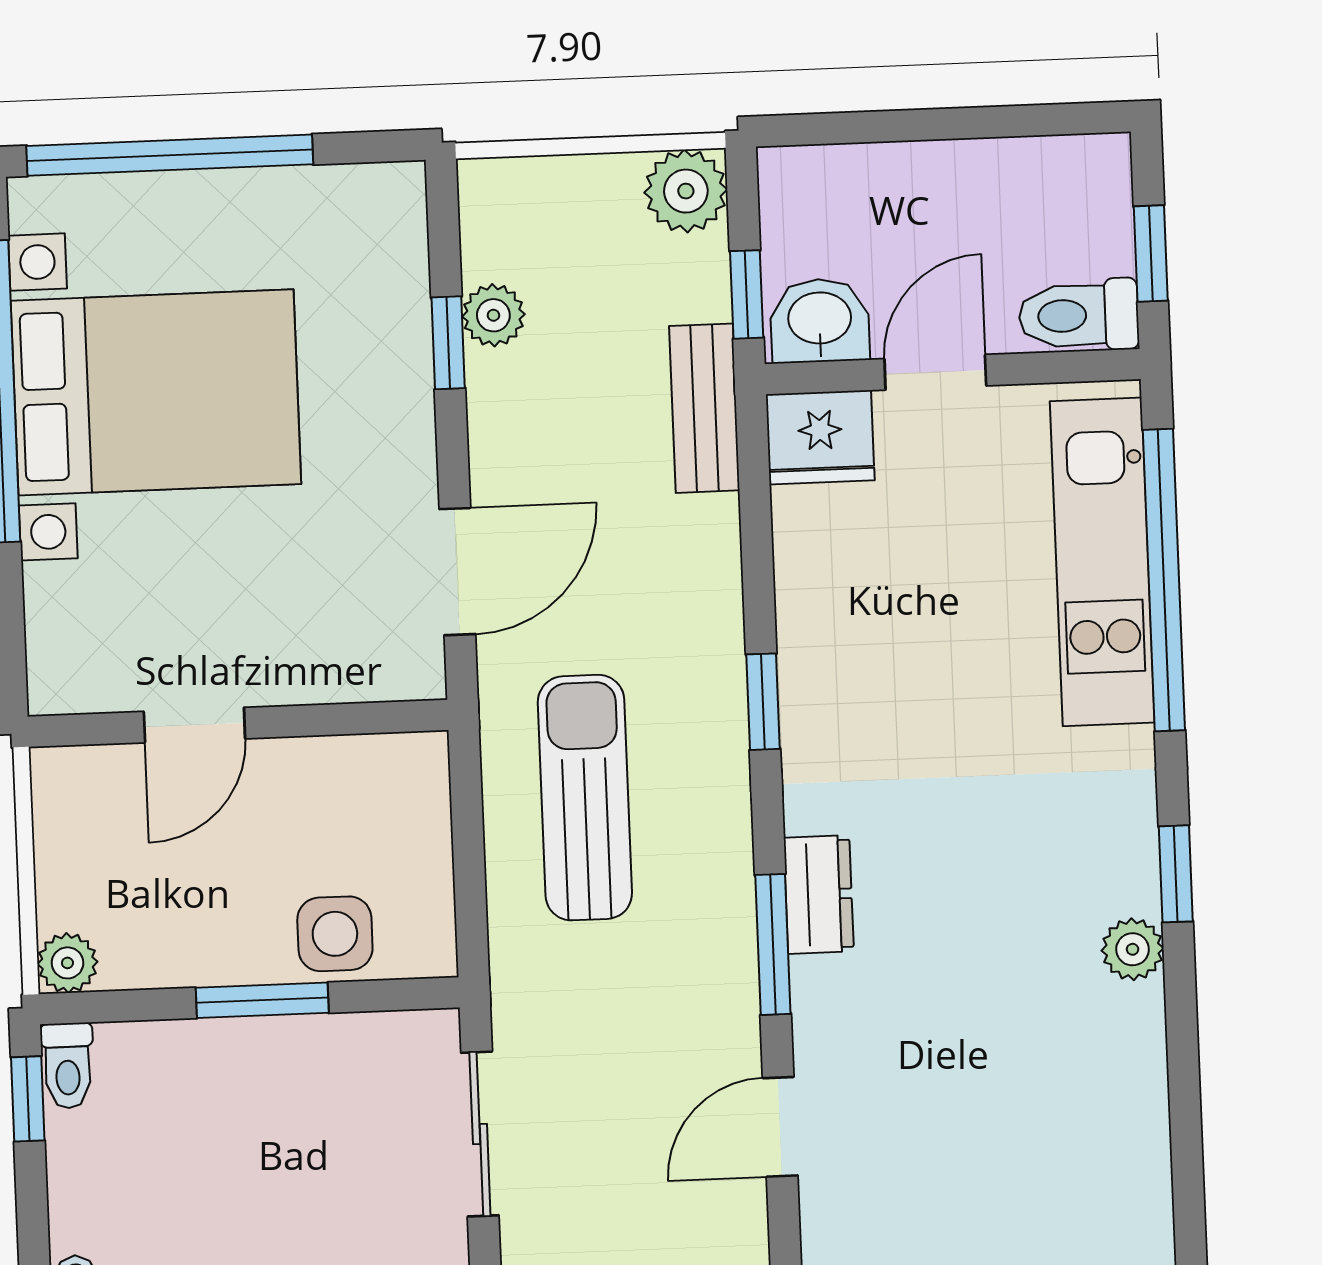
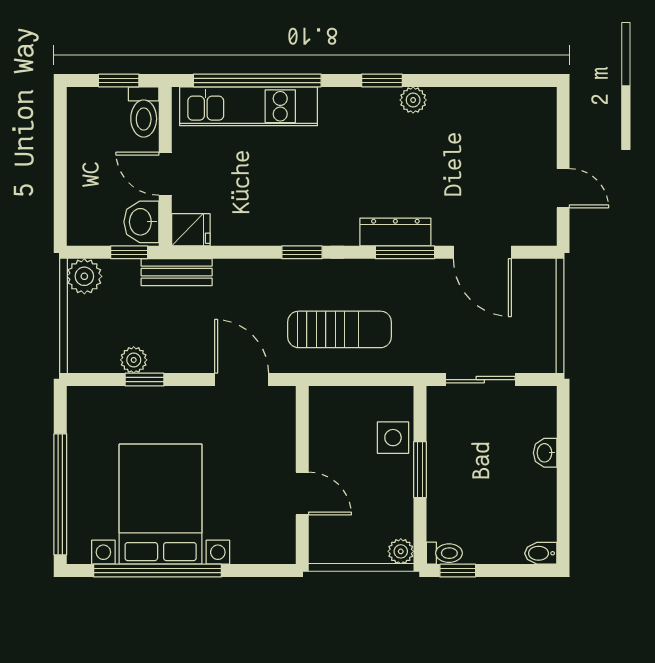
fridge: (820, 437) -> (191, 230), width x0.72
sun lounger: (585, 798) -> (340, 329), turned 180
dresser: (819, 894) -> (395, 232), width x1.44
door: (780, 1127) -> (482, 252), width x1.38

